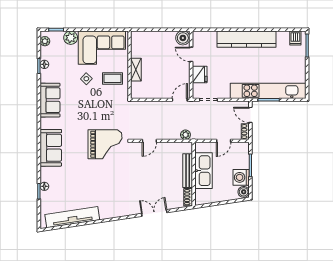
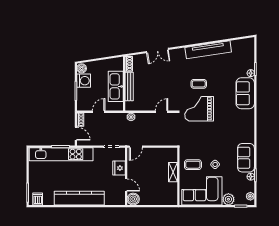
sofa: (50, 100) -> (246, 158), moved
sofa: (51, 148) -> (245, 93), moved
coffee table: (106, 174) -> (199, 84), added
tv unit: (72, 217) -> (208, 50), moved

